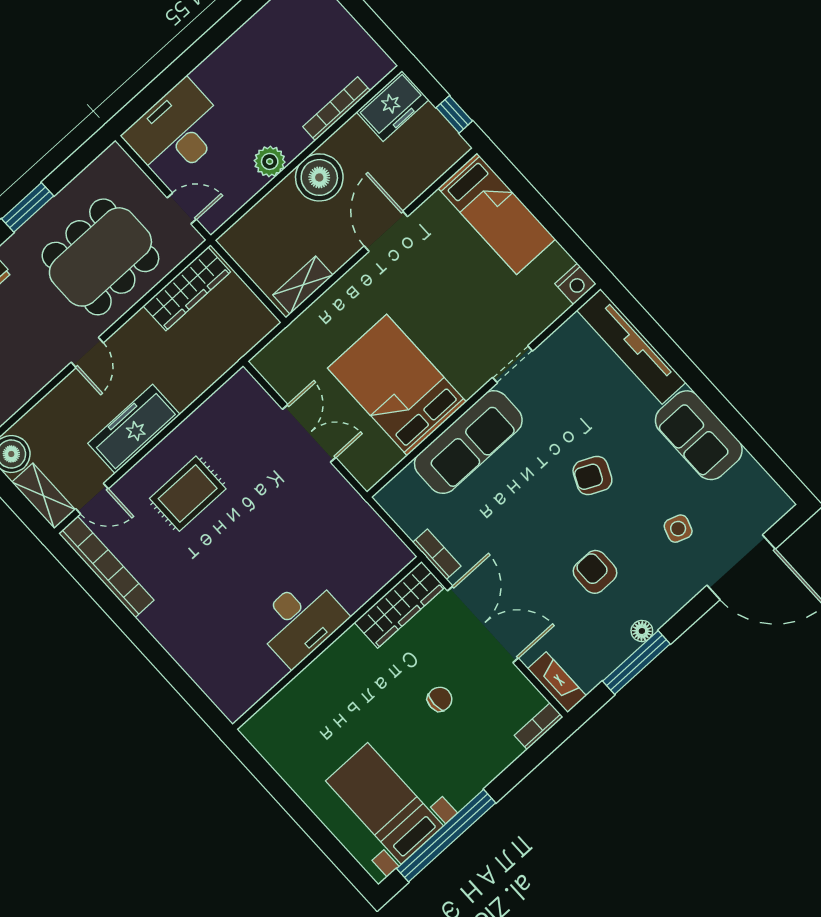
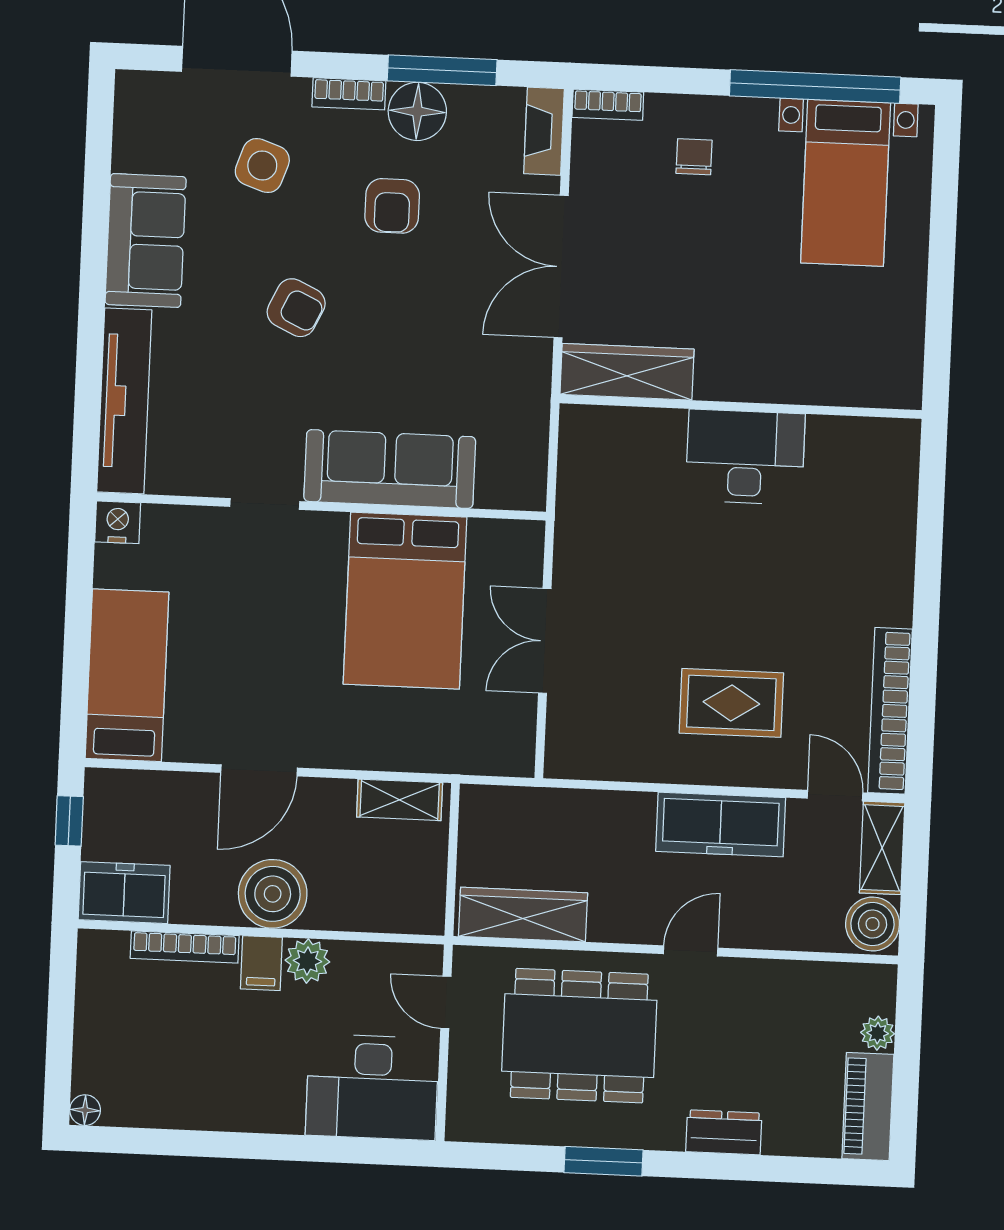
filing cabinet: (291, 138) -> (261, 963), added
side table: (678, 529) -> (262, 166), width x1.37, depth x1.37
bookcase: (437, 554) -> (349, 94), moved, turned -90
floor lamp: (642, 631) -> (417, 111), width x1.89, depth x1.89
chair: (440, 699) -> (694, 157), moved, turned 90

